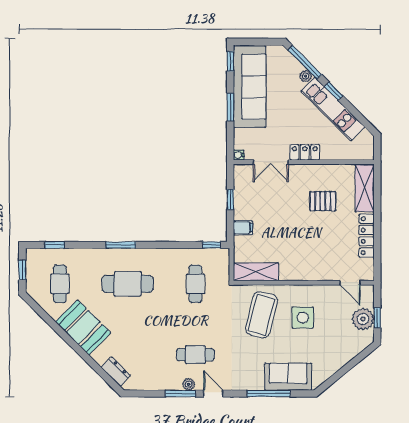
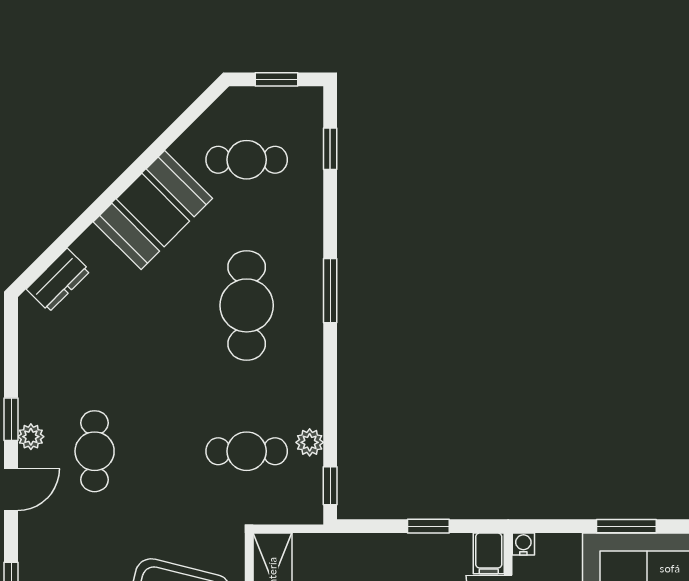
filing cabinet: (243, 228) -> (489, 553), moved
plant: (191, 255) -> (310, 442), added
window: (181, 394) -> (11, 419), width x0.67

